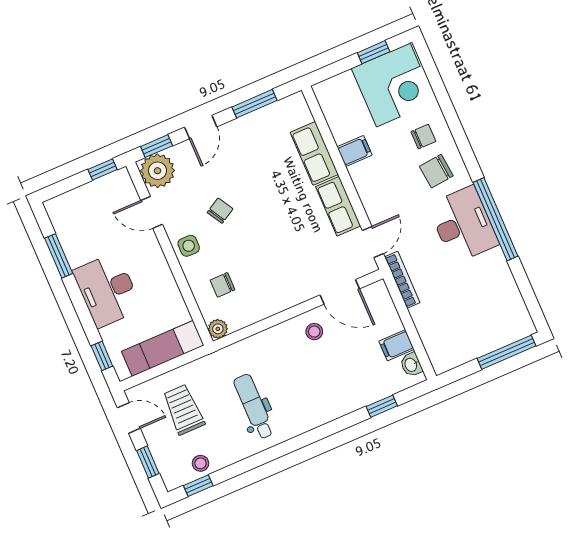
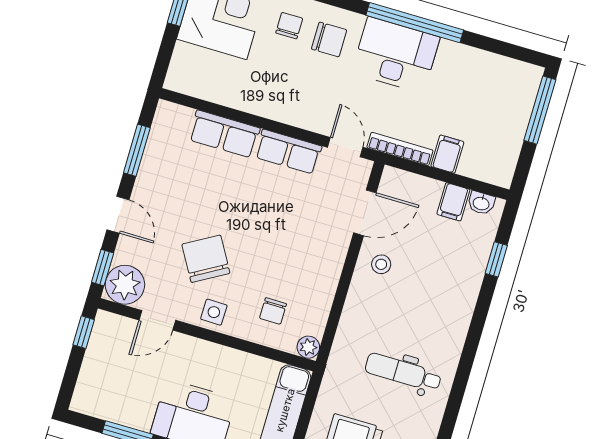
filing cabinet: (355, 151) -> (447, 154), moved
chair: (436, 171) -> (329, 39), turned -84
chair: (220, 211) -> (206, 259), width x1.87, depth x1.87

